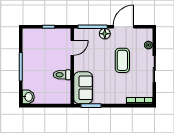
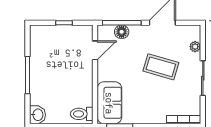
floor lamp: (105, 34) -> (122, 32), moved
coffee table: (122, 60) -> (161, 67), turned -74
toilet: (62, 75) -> (82, 114), moved

